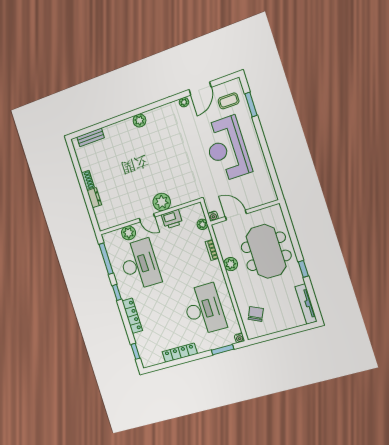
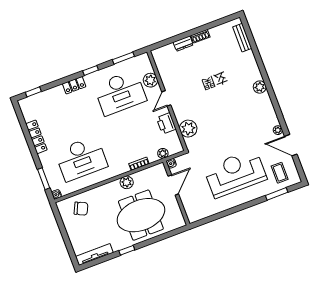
plant: (162, 202) -> (188, 129), moved
window: (106, 259) -> (123, 58), width x0.69
locker: (132, 316) -> (74, 85), width x0.66

